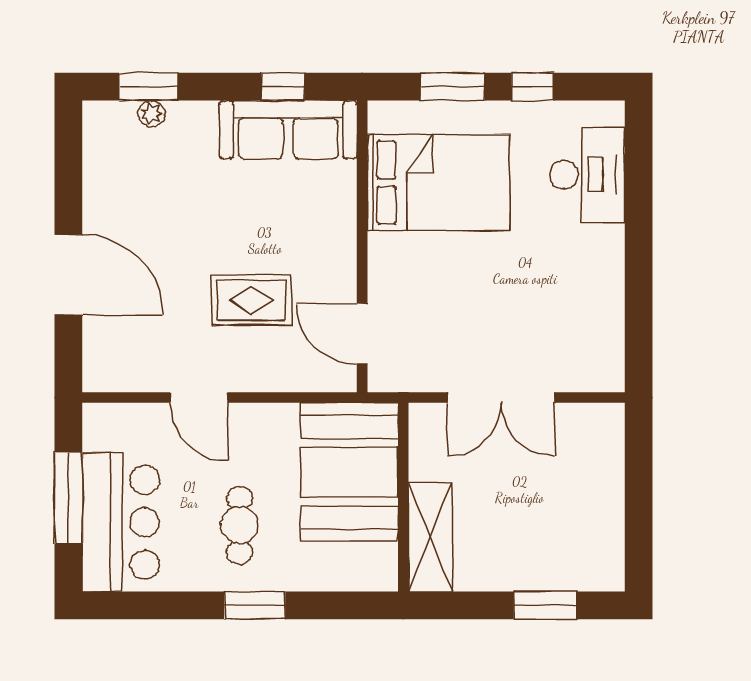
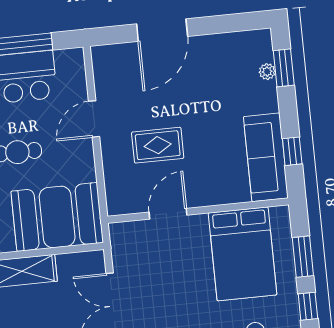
rug: (251, 300) -> (158, 145), turned 90
door: (362, 334) -> (168, 214), moved

